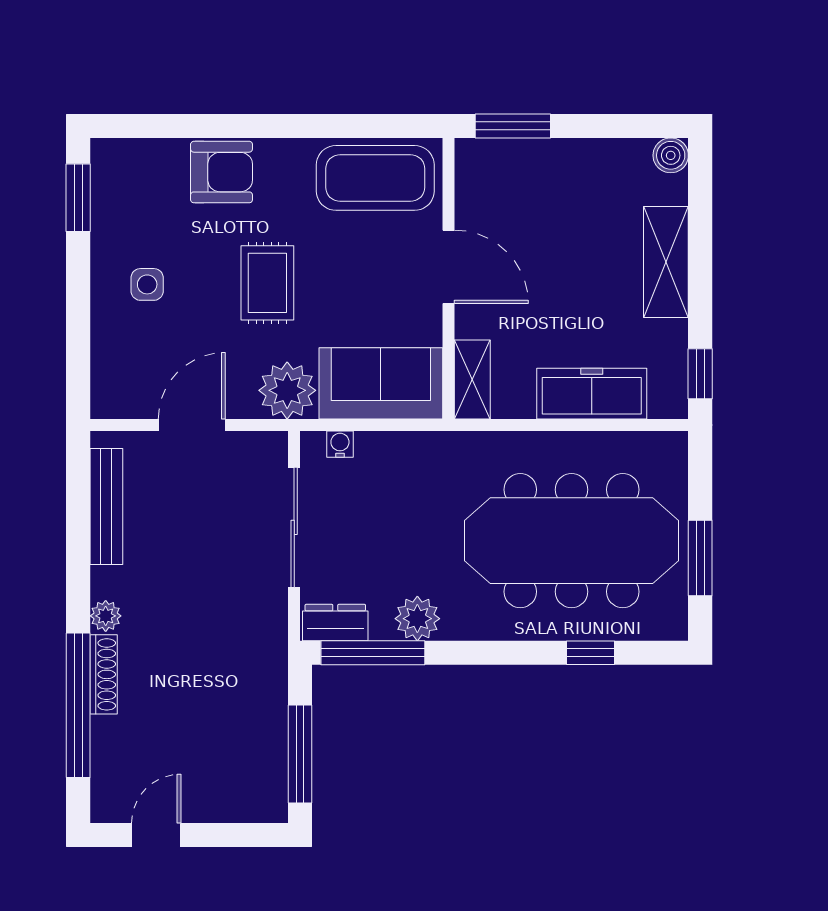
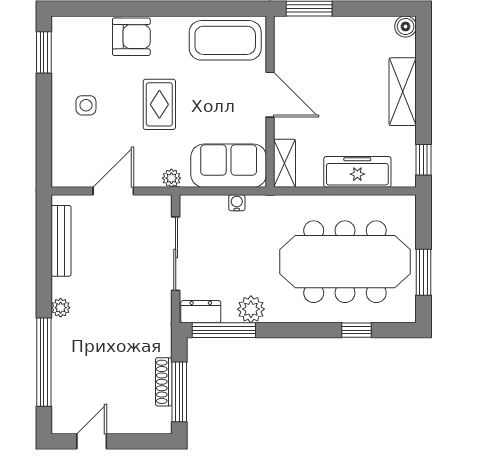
plant: (287, 390) -> (171, 178), width x0.53, depth x0.53
water cooler: (340, 444) -> (237, 203), moved
shoe rack: (104, 674) -> (164, 382), moved, turned 180

